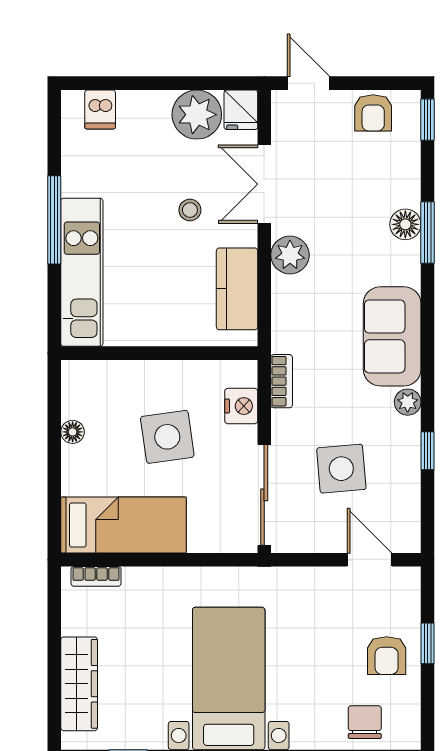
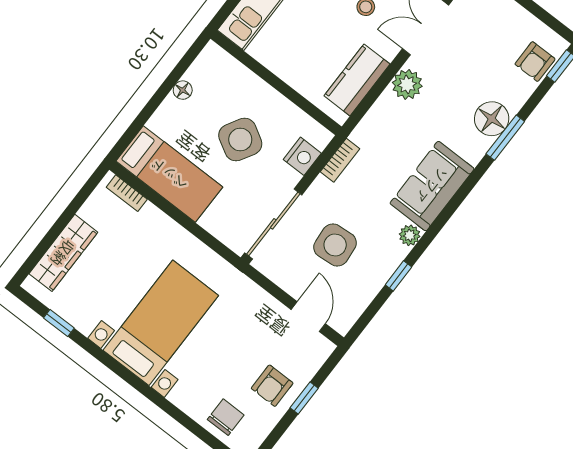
armchair: (373, 113) -> (535, 62), moved
floor lamp: (405, 224) -> (492, 119), width x1.38, depth x1.38
side table: (167, 437) -> (240, 140), turned 38

